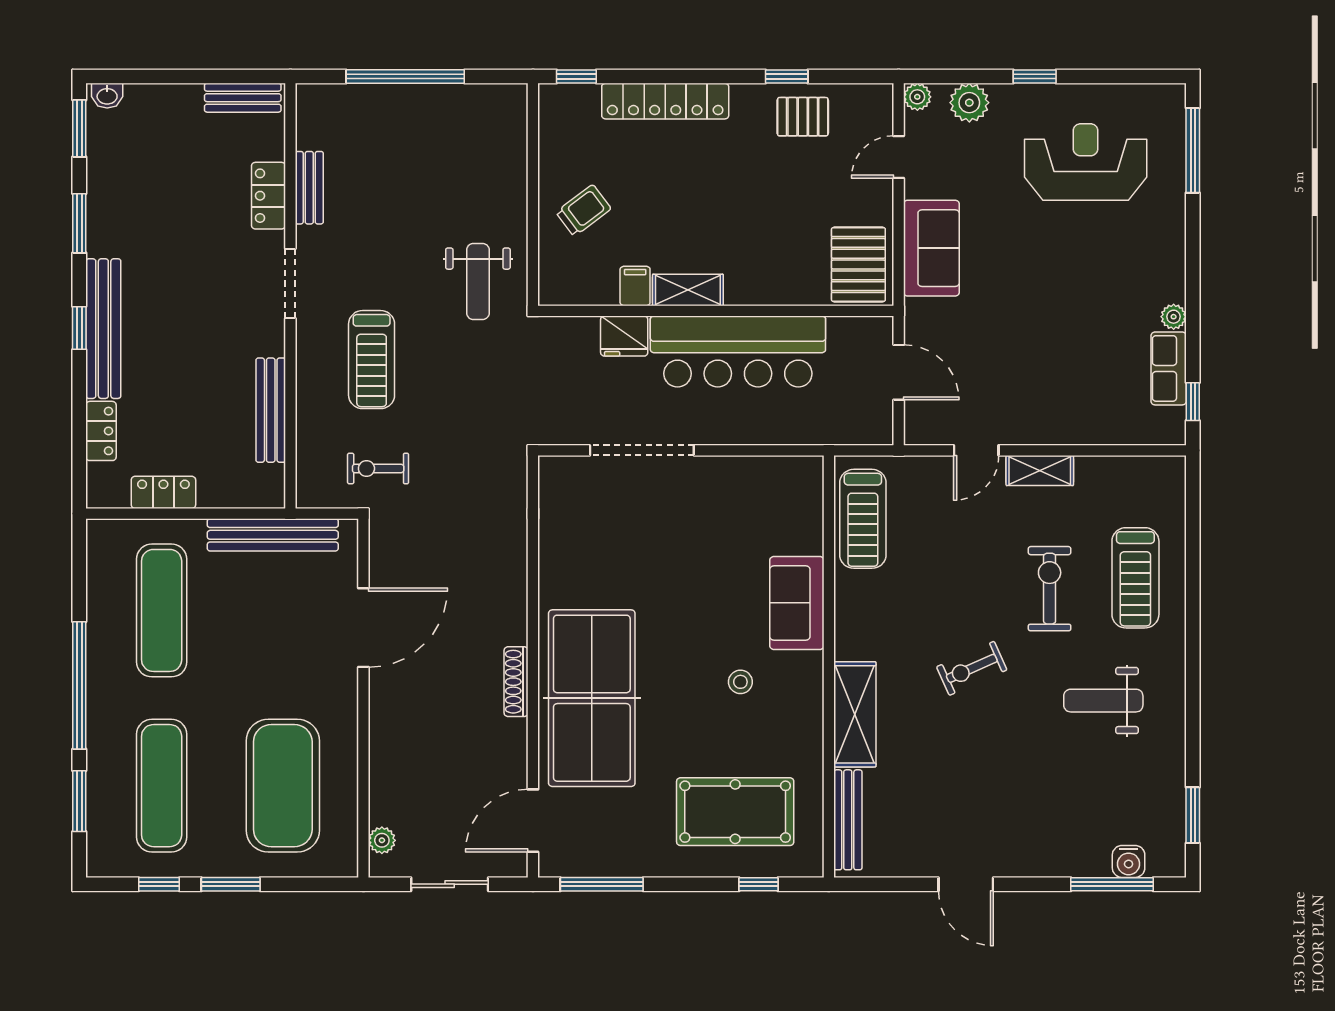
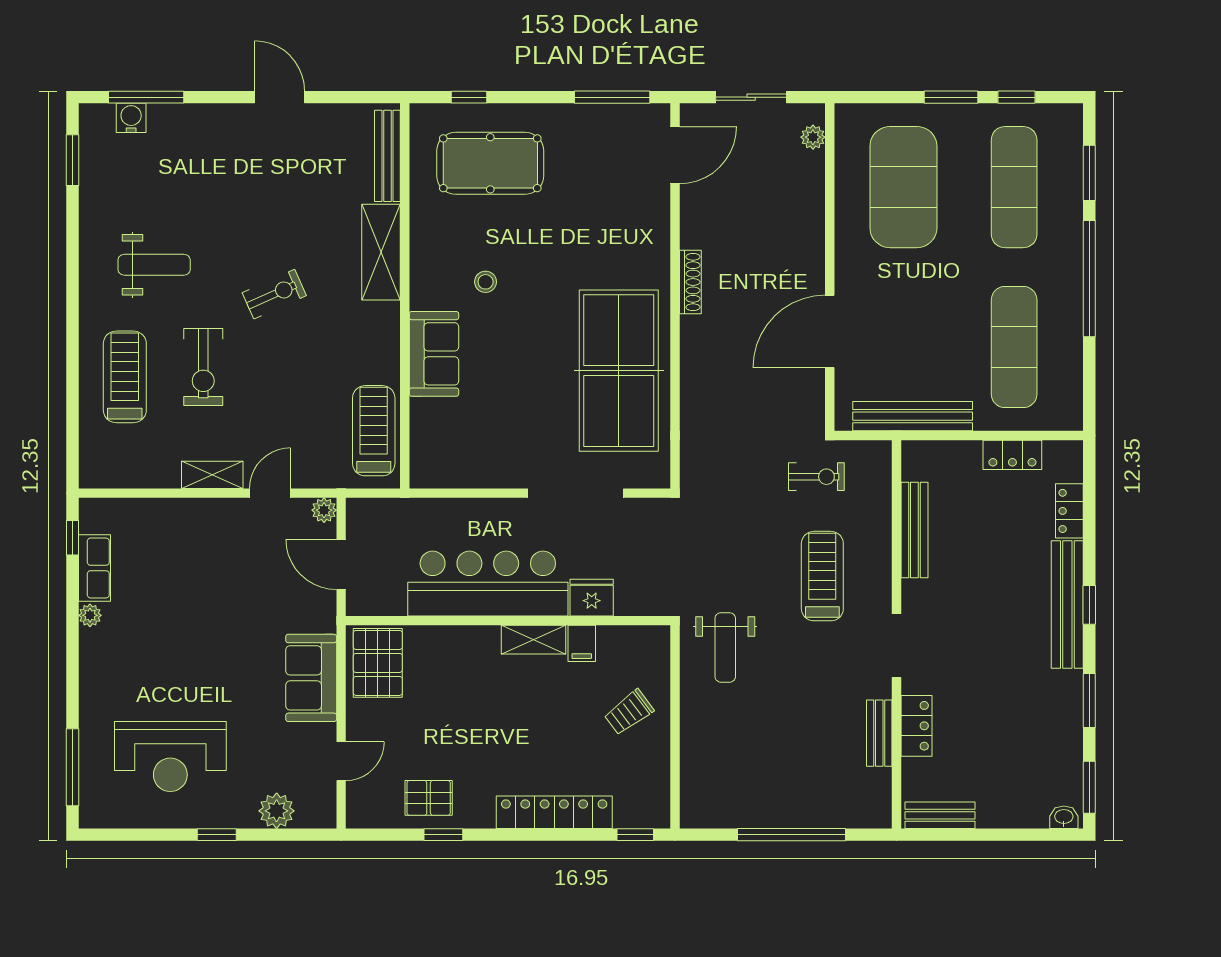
plant: (917, 97) -> (324, 510), moved
weight bench: (478, 281) -> (725, 647), turned 180
table tennis table: (592, 698) -> (619, 371), moved

